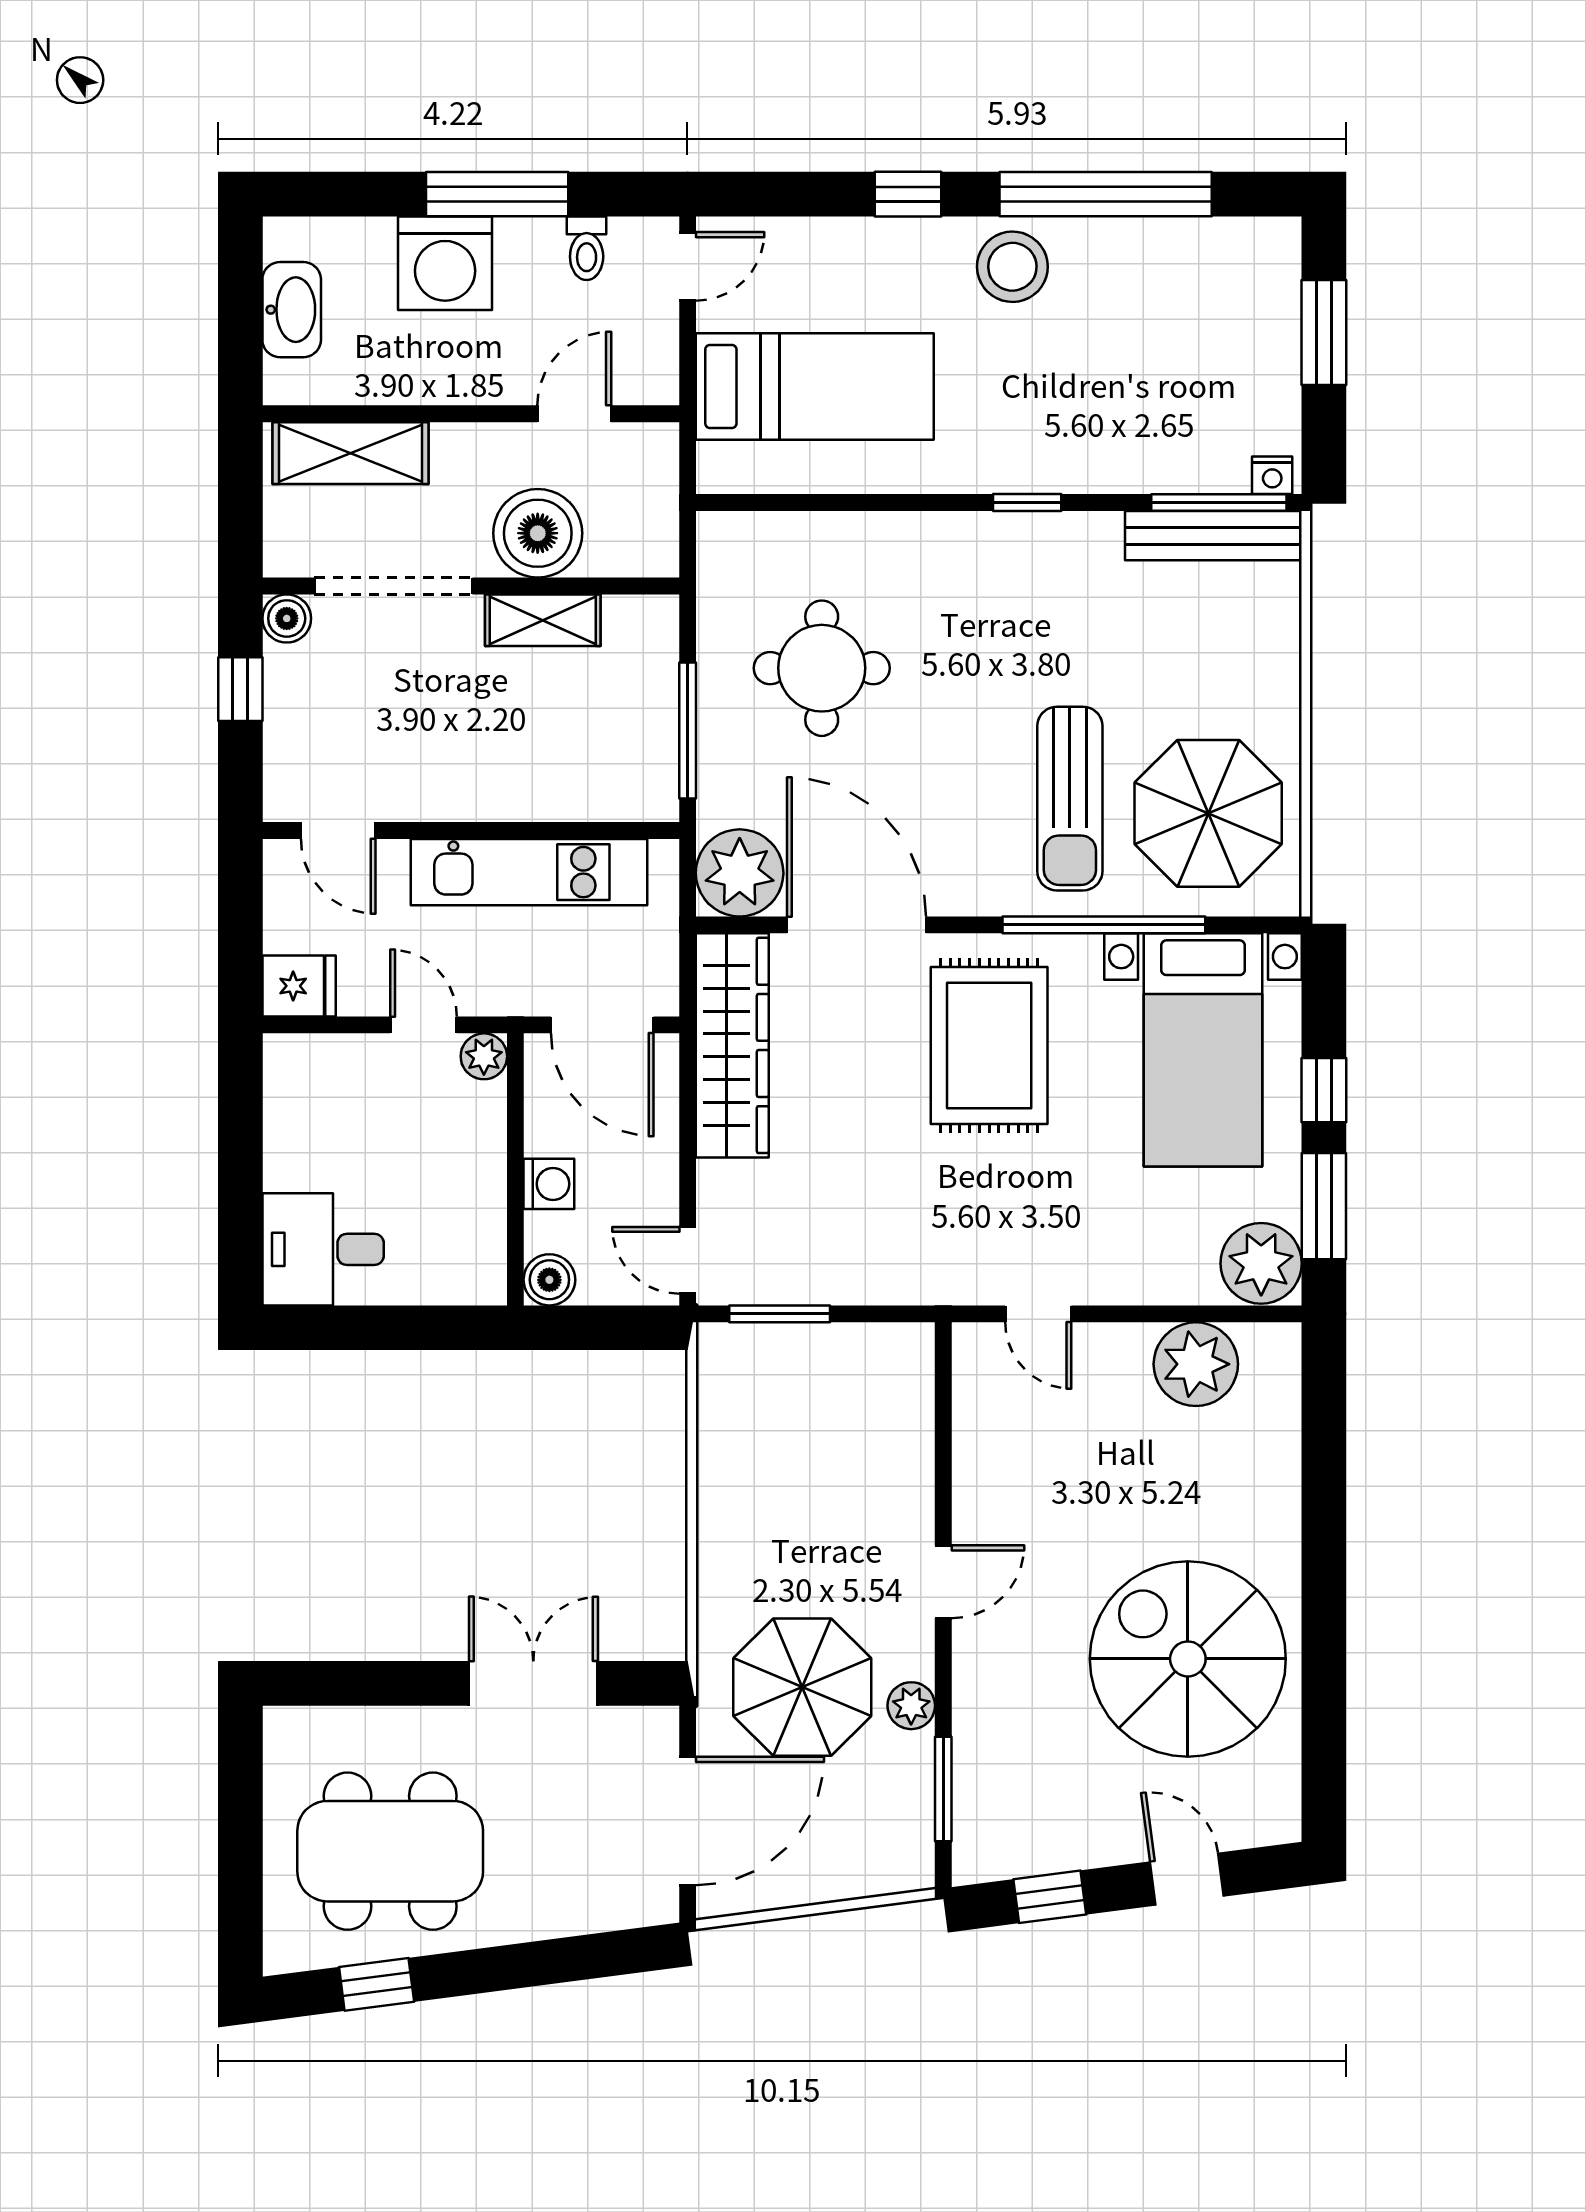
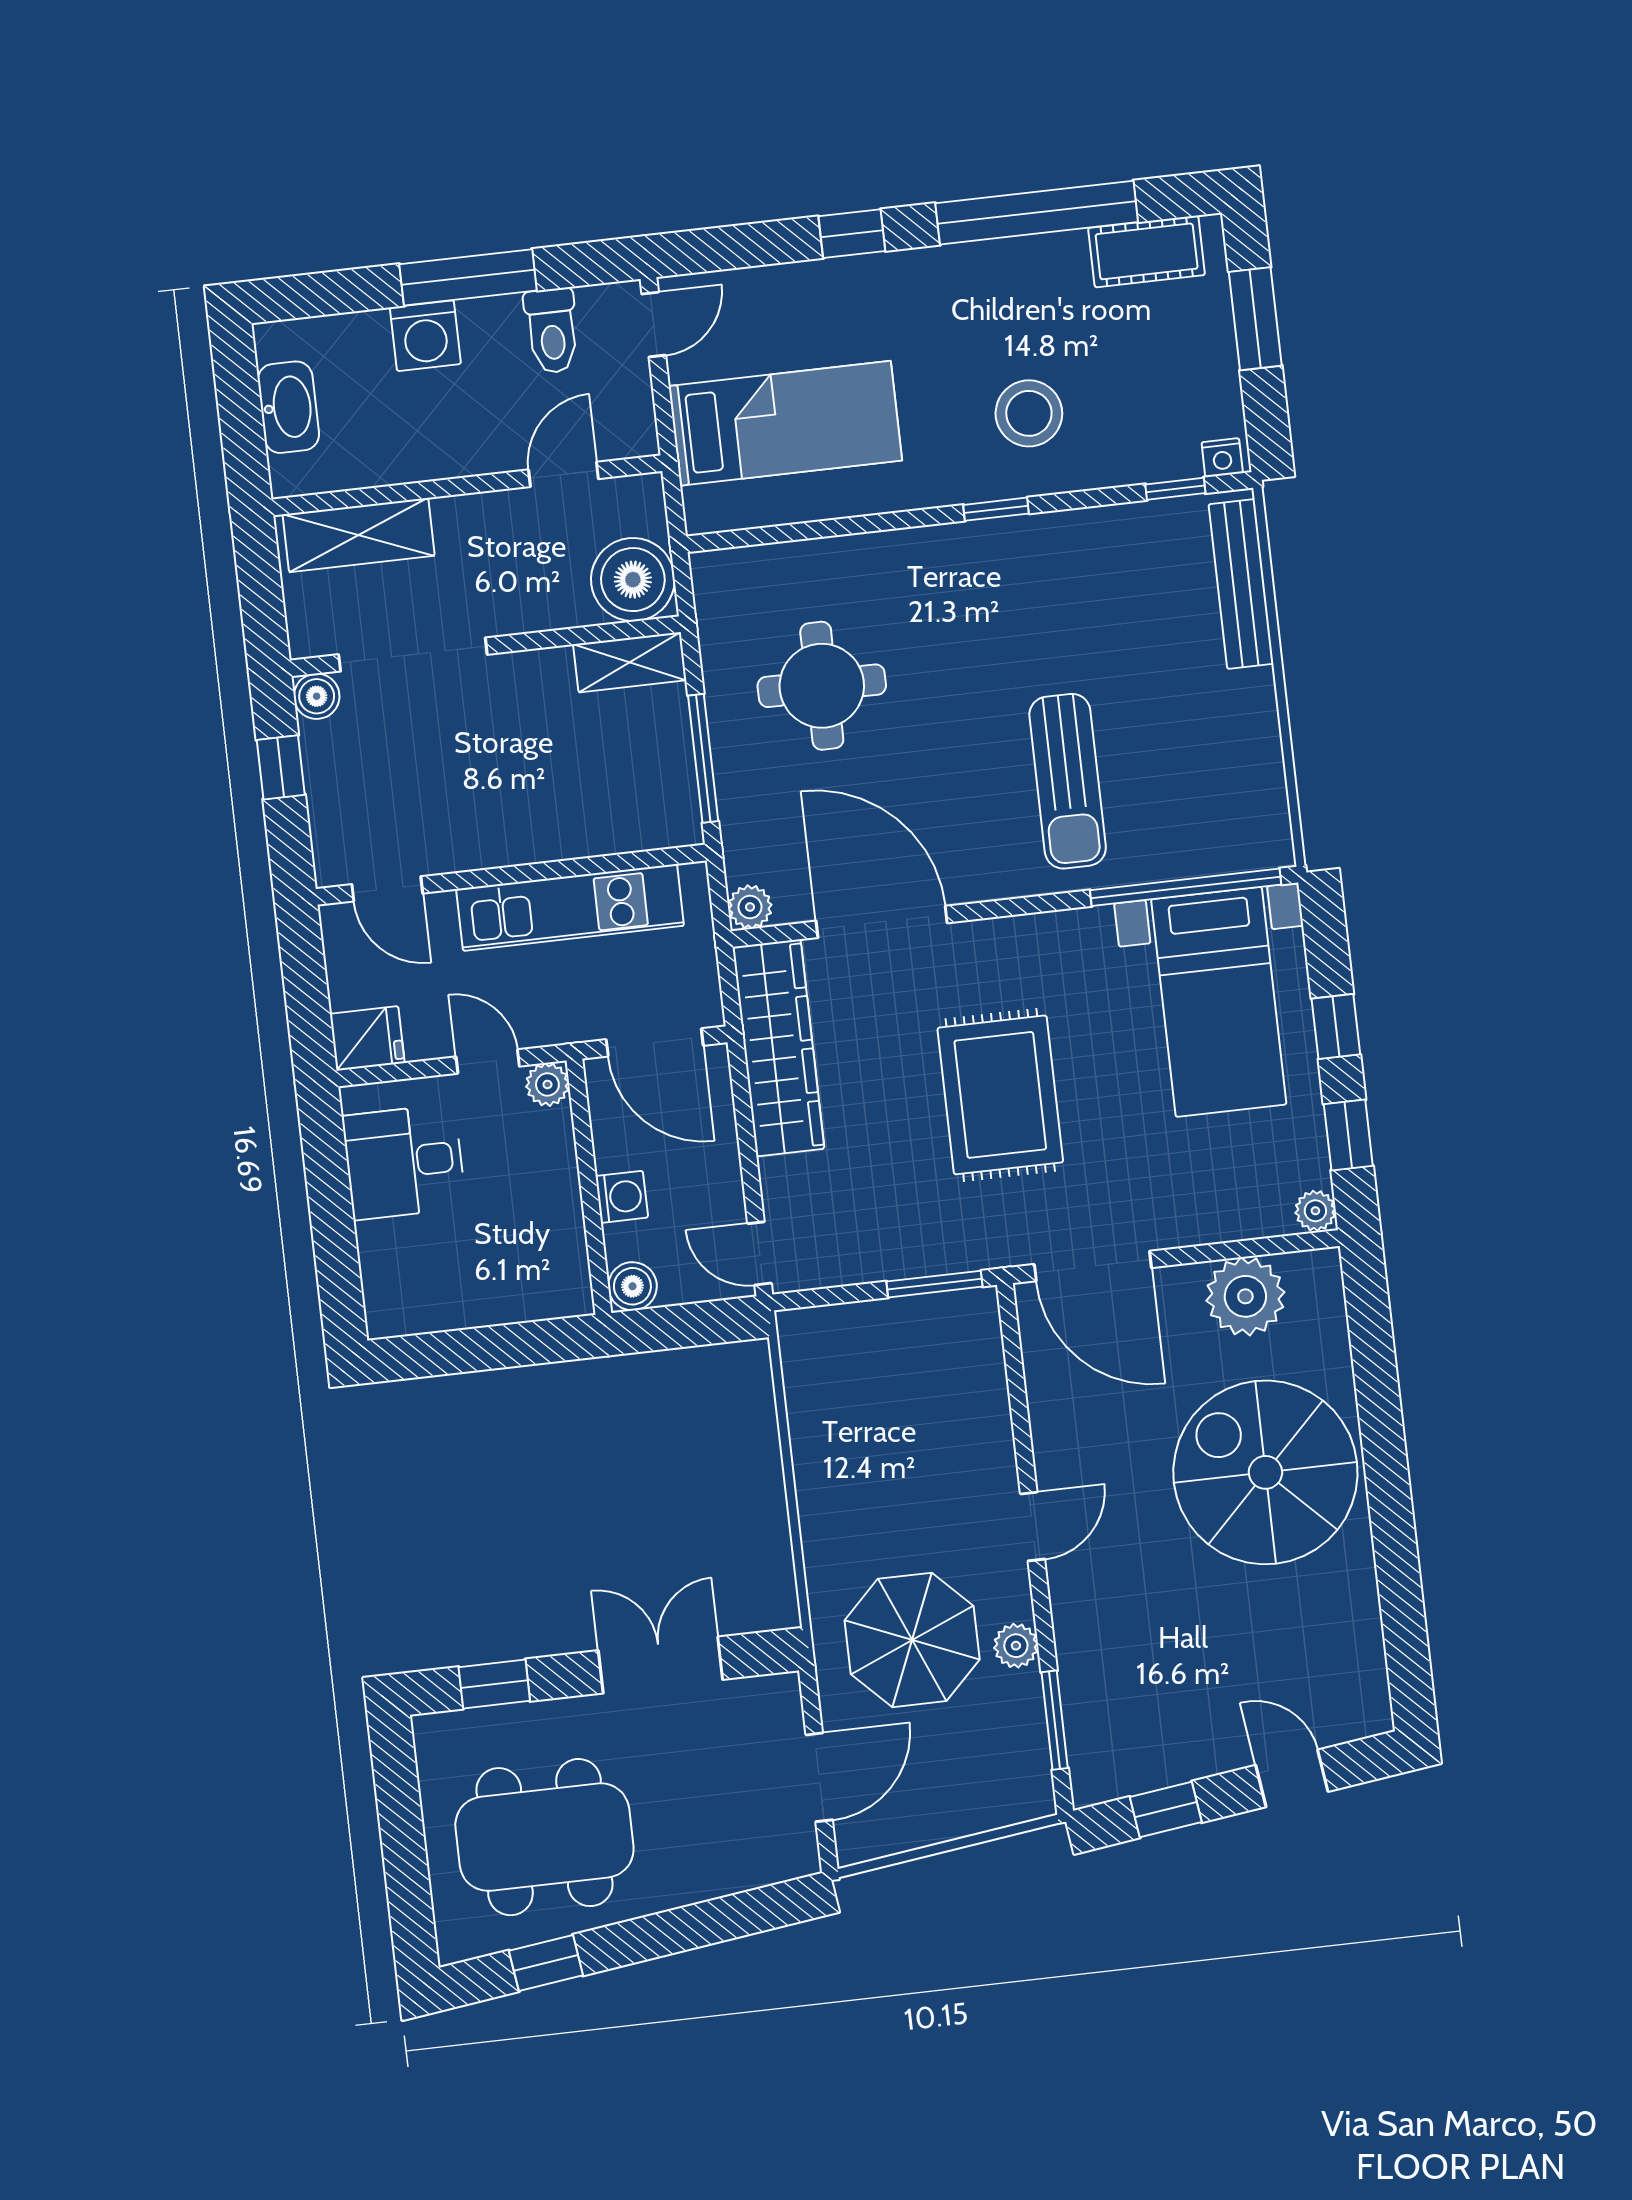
toilet: (587, 248) -> (552, 331), width x1.37, depth x1.39
cot: (1217, 248) -> (1147, 251), added
washing machine: (445, 263) -> (425, 336), width x0.73, depth x0.73
stool: (1012, 267) -> (1029, 413), moved
window: (1219, 503) -> (1175, 489), width x0.46
boiler: (538, 533) -> (633, 580), moved
bench: (1213, 536) -> (1241, 584), moved, turned 90
shelving: (543, 620) -> (630, 662), moved
parasol: (1208, 813) -> (1198, 780), removed
plant: (740, 873) -> (750, 907), width x0.53, depth x0.53
window: (1104, 925) -> (1186, 887), moved
rug: (989, 1046) -> (1000, 1095), moved
window: (1324, 1206) -> (1348, 1135), width x0.67
desk: (323, 1249) -> (404, 1162), moved
plant: (1261, 1263) -> (1315, 1211), width x0.53, depth x0.53
window: (780, 1314) -> (935, 1284), moved
door: (1038, 1314) -> (1093, 1266), width x1.88
spiral stairs: (1188, 1659) -> (1265, 1472), moved
window: (356, 1683) -> (494, 1684), added
door: (688, 1821) -> (819, 1777), width x0.73

